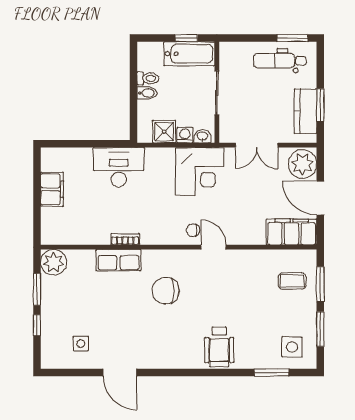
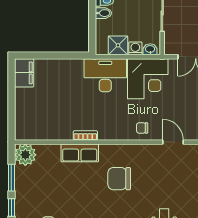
desk: (119, 167) -> (105, 75), moved
filing cabinet: (52, 189) -> (24, 73), moved
door: (214, 247) -> (173, 142), moved

